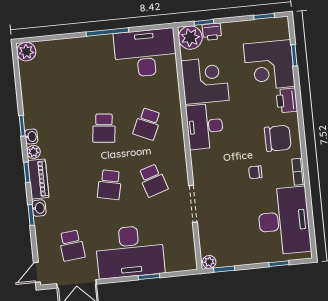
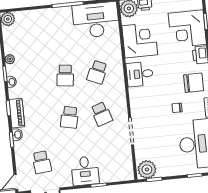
desk: (205, 126) -> (140, 74), width x0.73
plant: (33, 152) -> (10, 59), moved
desk: (130, 252) -> (85, 171), width x0.53, depth x0.77
plant: (209, 262) -> (147, 169), width x1.88, depth x1.88

